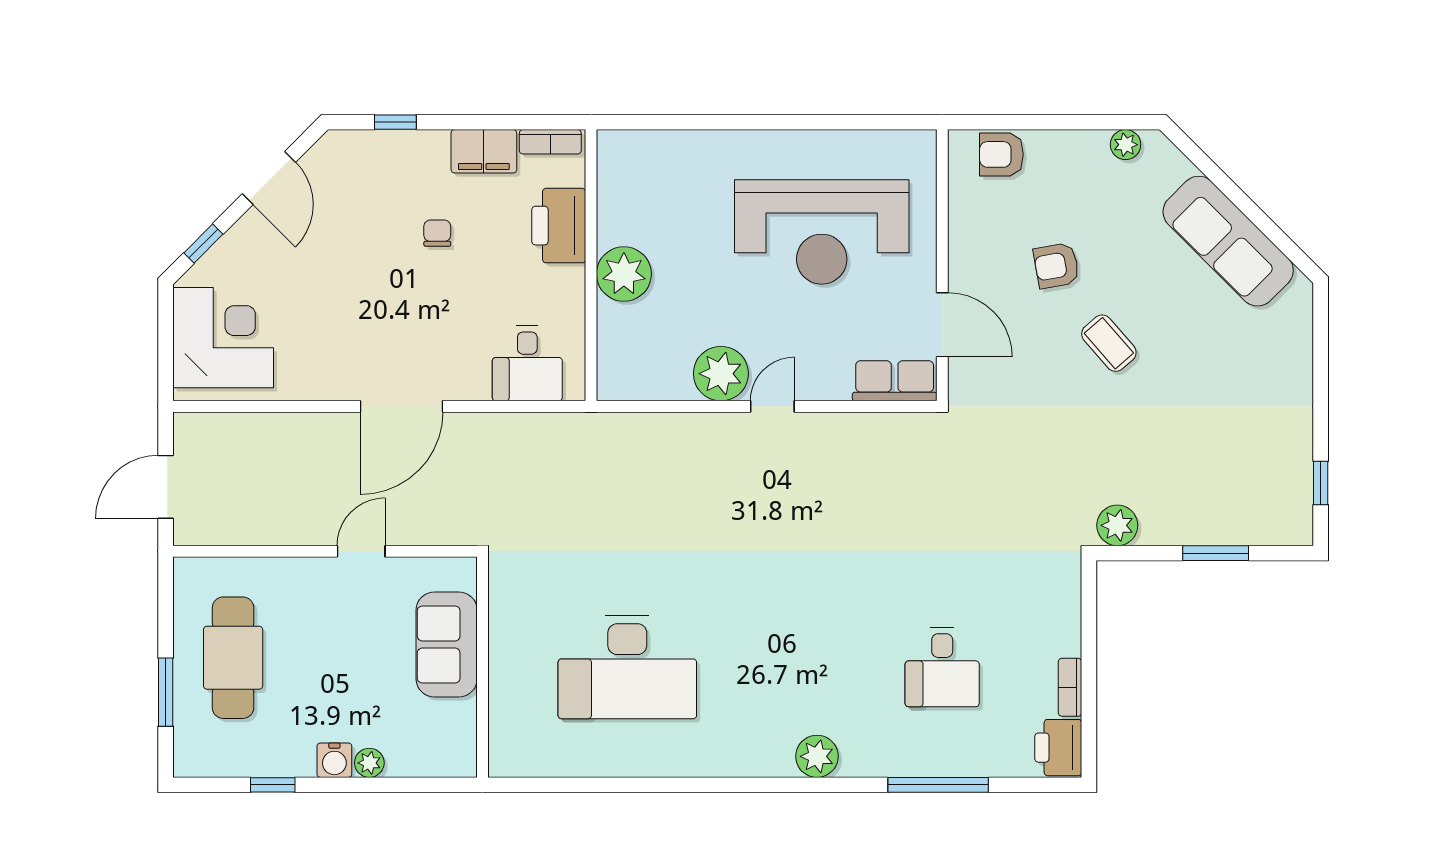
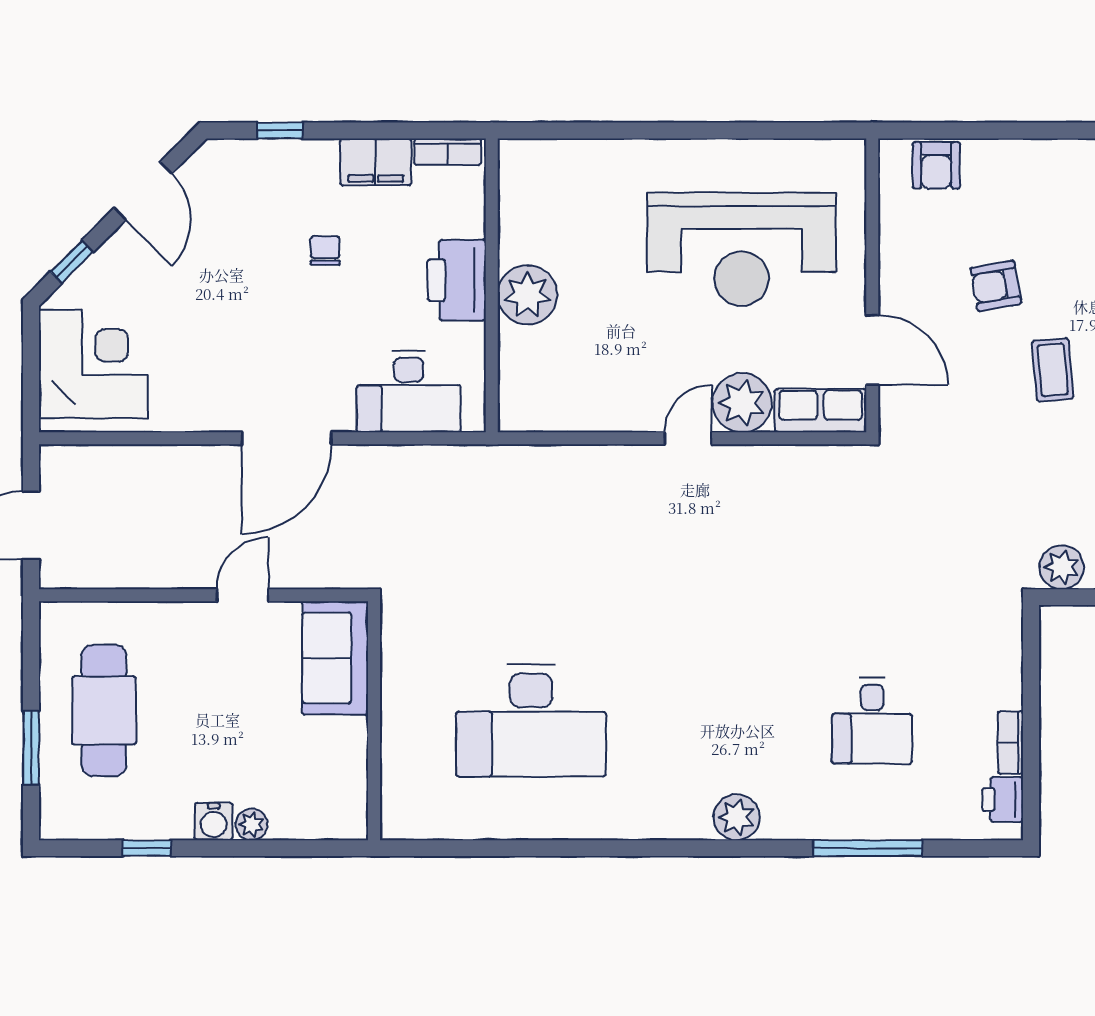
plant: (1126, 145) -> (1071, 155), removed
armchair: (1001, 154) -> (936, 165), turned -90
printer: (559, 226) -> (457, 280), moved
coffee table: (1109, 343) -> (1053, 370), turned 36
desk: (527, 363) -> (409, 392), width x1.37
plant: (721, 374) -> (742, 403), moved
sofa: (447, 644) -> (335, 658), moved
printer: (1058, 748) -> (1003, 800), width x0.73, depth x0.81

